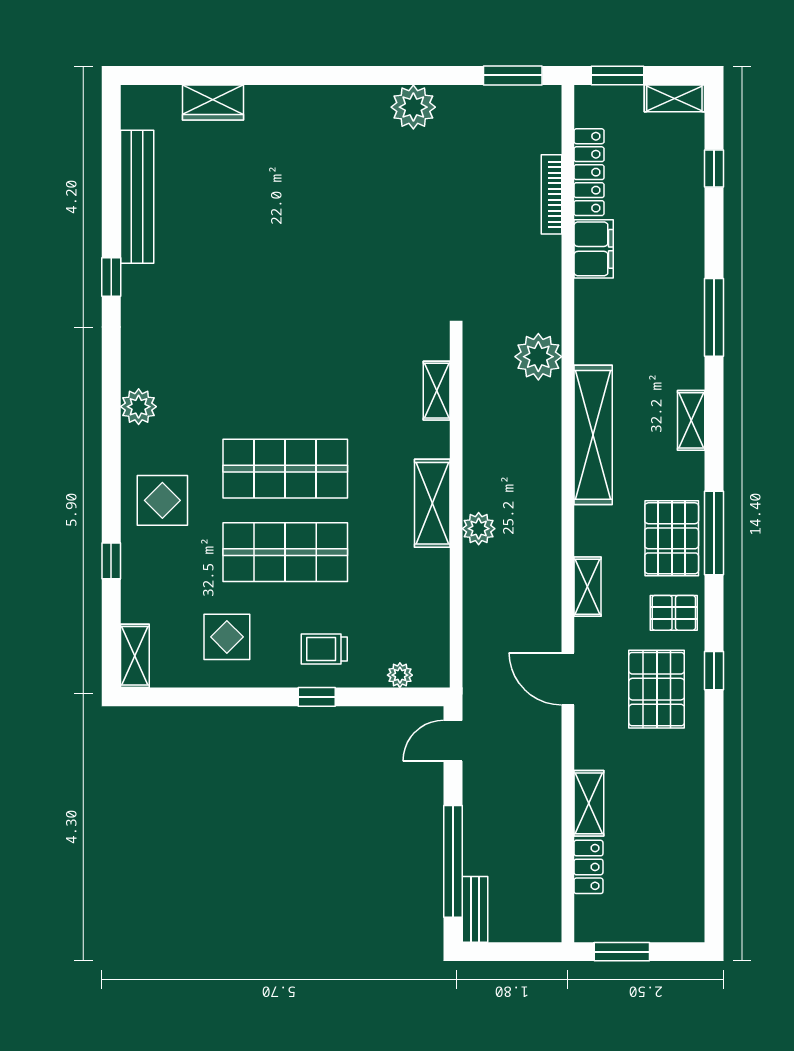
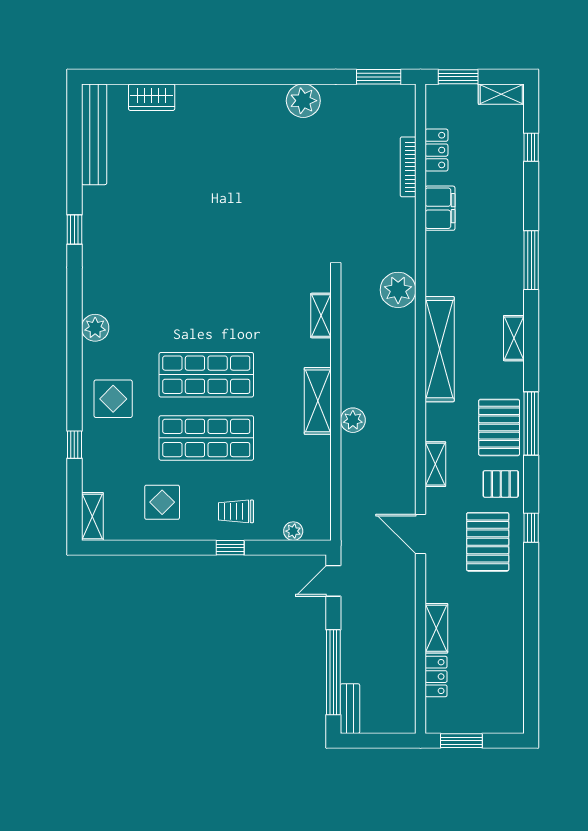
locker: (589, 172) -> (436, 150), width x0.66
bench: (137, 197) -> (94, 134), moved

